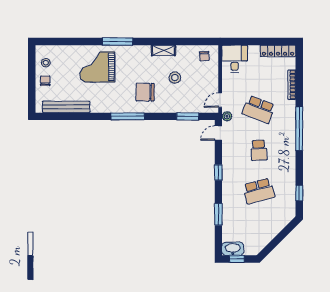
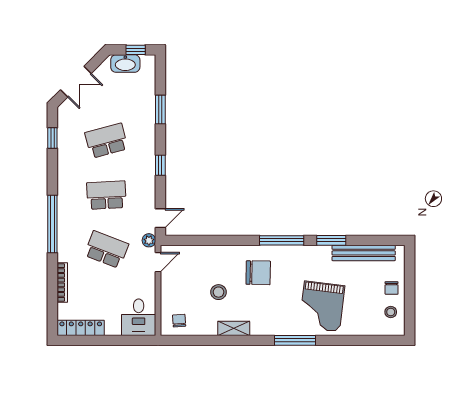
grand piano: (97, 67) -> (322, 306), turned 97
window: (188, 116) -> (331, 240), moved
school desk: (259, 150) -> (106, 195), width x1.85
double door: (282, 235) -> (76, 82), added
washbasin: (233, 249) -> (125, 64), moved

